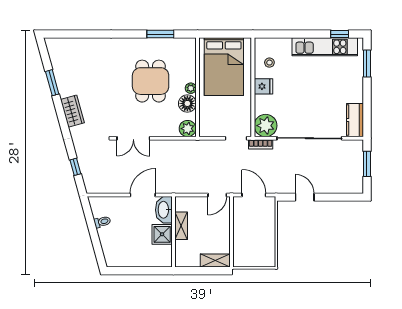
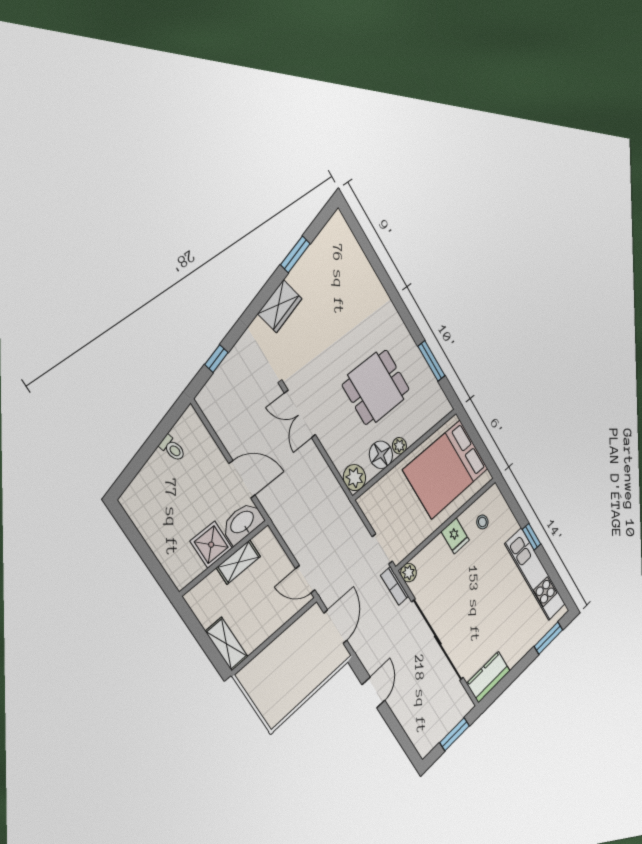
window: (340, 34) -> (532, 537), moved
plant: (266, 126) -> (408, 573), width x0.53, depth x0.53

